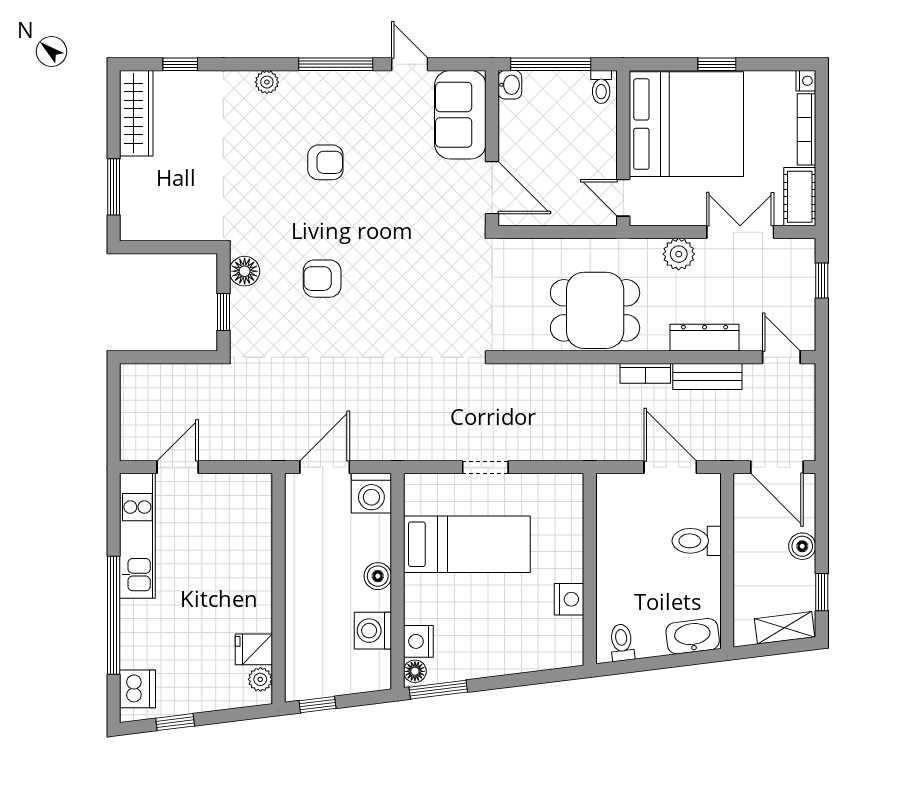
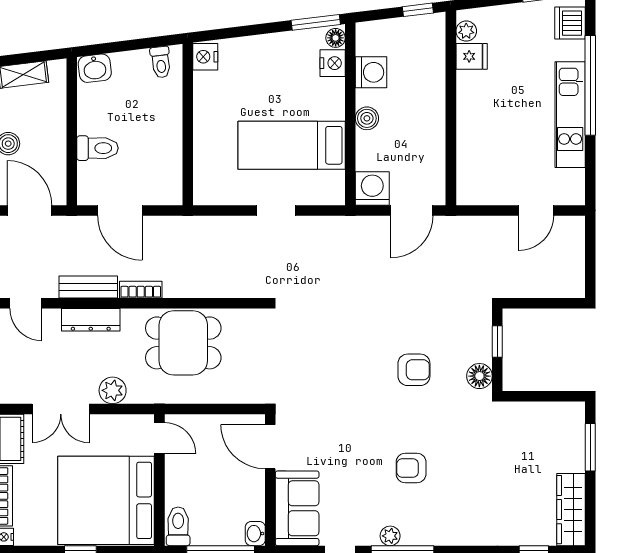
plant: (267, 82) -> (390, 536), moved
toilet: (601, 87) -> (178, 526), width x1.37, depth x1.39
kitchen unit: (137, 536) -> (570, 115), moved
nightstand: (569, 599) -> (205, 57), moved
washbasin: (693, 636) -> (95, 68), width x0.72

